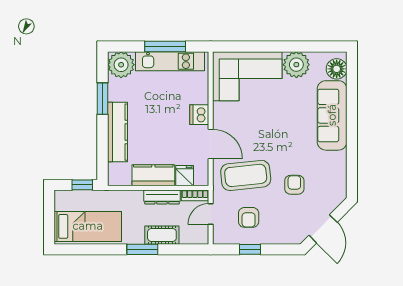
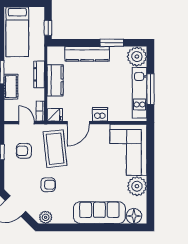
fridge: (185, 176) -> (55, 115), moved
plant: (338, 188) -> (46, 217), added
dresser: (162, 197) -> (39, 74), moved

